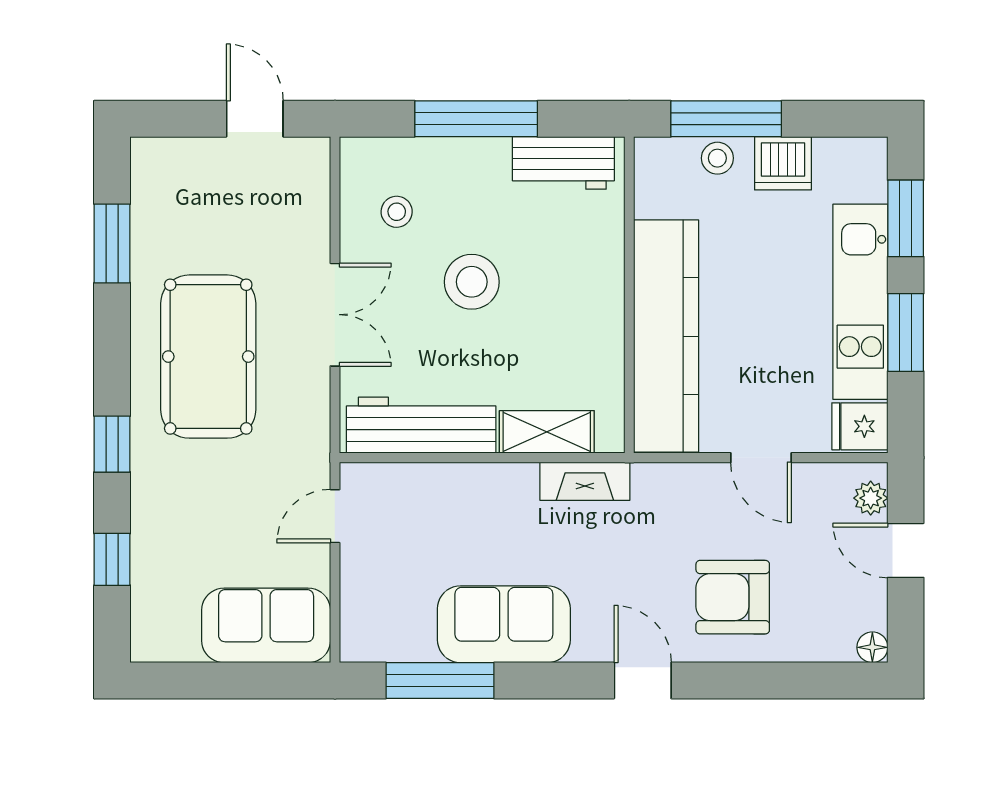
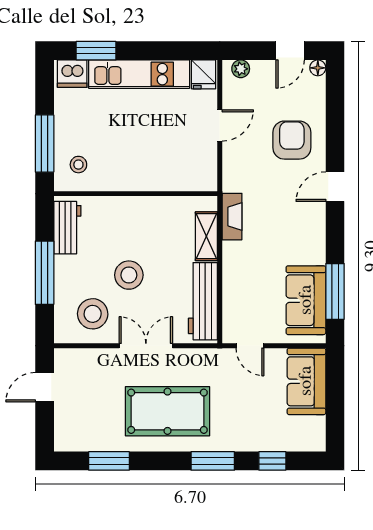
stool: (717, 158) -> (78, 165), moved
dishwasher: (783, 163) -> (72, 74), moved, turned 90
stool: (397, 212) -> (93, 314), width x1.89, depth x1.89
window: (906, 332) -> (155, 51), removed
kitchen counter: (666, 336) -> (157, 174), removed
window: (112, 444) -> (213, 461), width x1.50
door: (906, 550) -> (290, 51), moved
armchair: (733, 597) -> (292, 140), turned 180
sofa: (504, 624) -> (306, 300), moved

